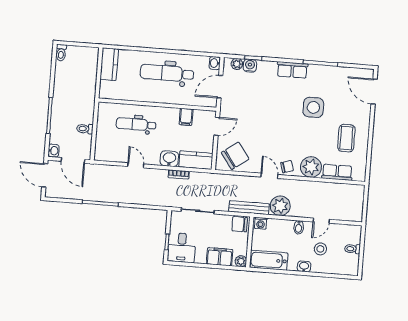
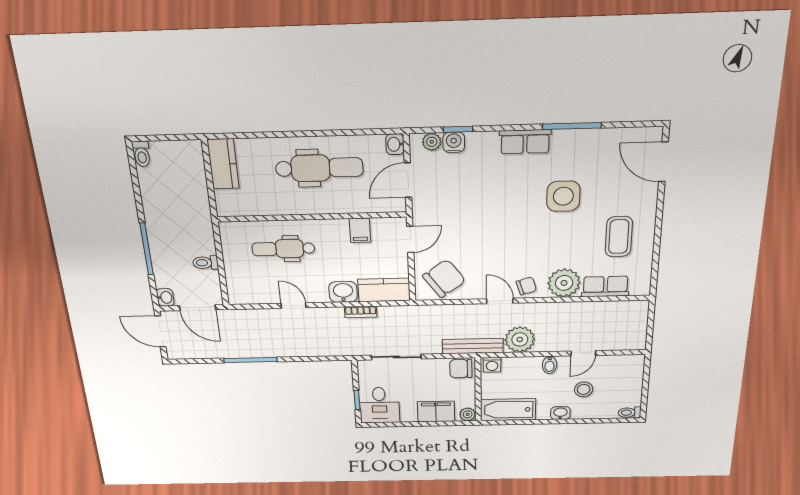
dental chair: (167, 73) -> (319, 168), turned 180
toilet: (352, 249) -> (630, 413), moved

